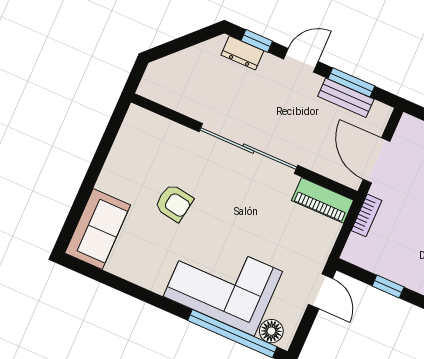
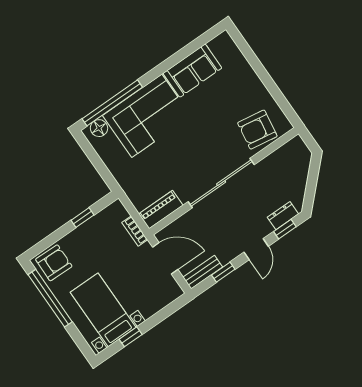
window: (351, 82) -> (223, 272), width x0.67
bench: (346, 98) -> (203, 272), moved
armchair: (174, 203) -> (257, 130), moved, width x1.38, depth x1.38
sofa: (98, 229) -> (192, 71), moved, turned -90
door: (320, 291) -> (105, 174), removed

